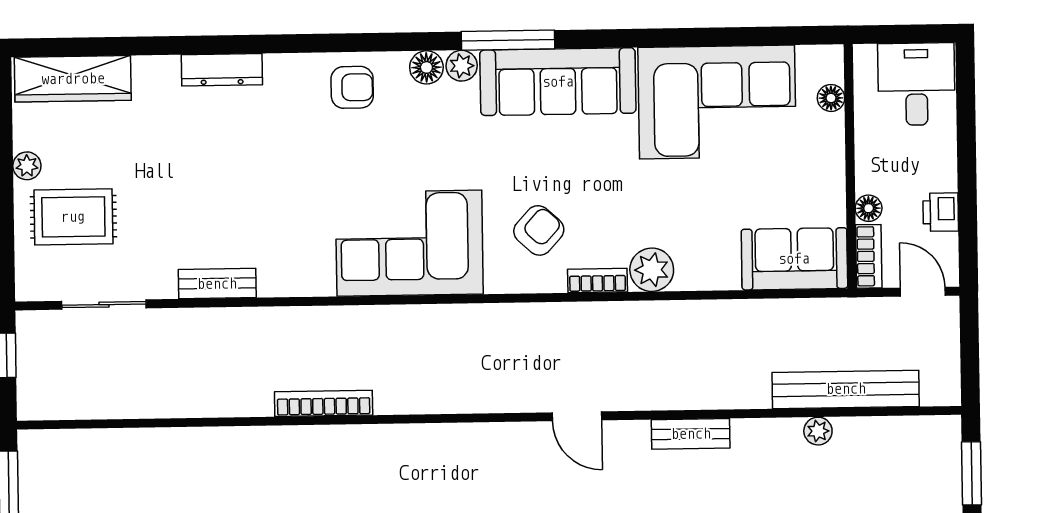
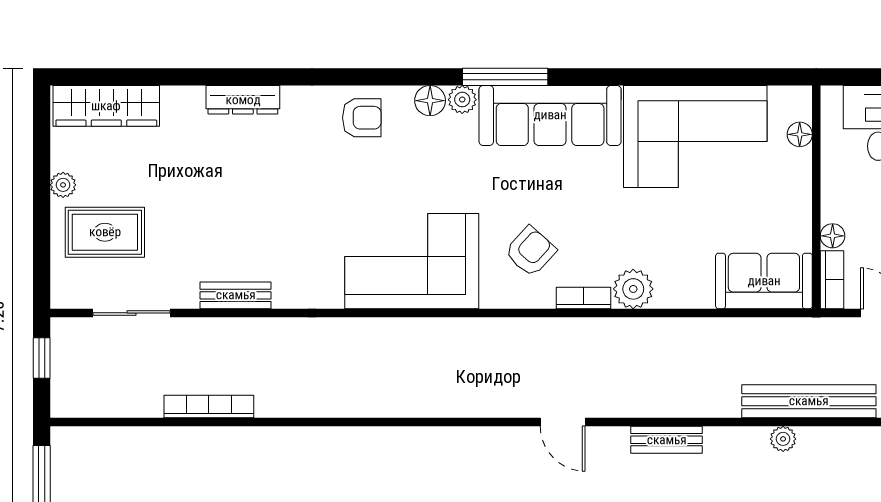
bookcase: (324, 403) -> (209, 406), moved

